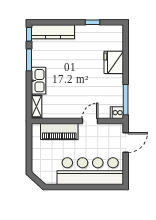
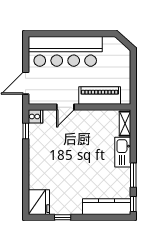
fridge: (114, 62) -> (39, 202), moved
window: (126, 100) -> (26, 131), width x0.46

